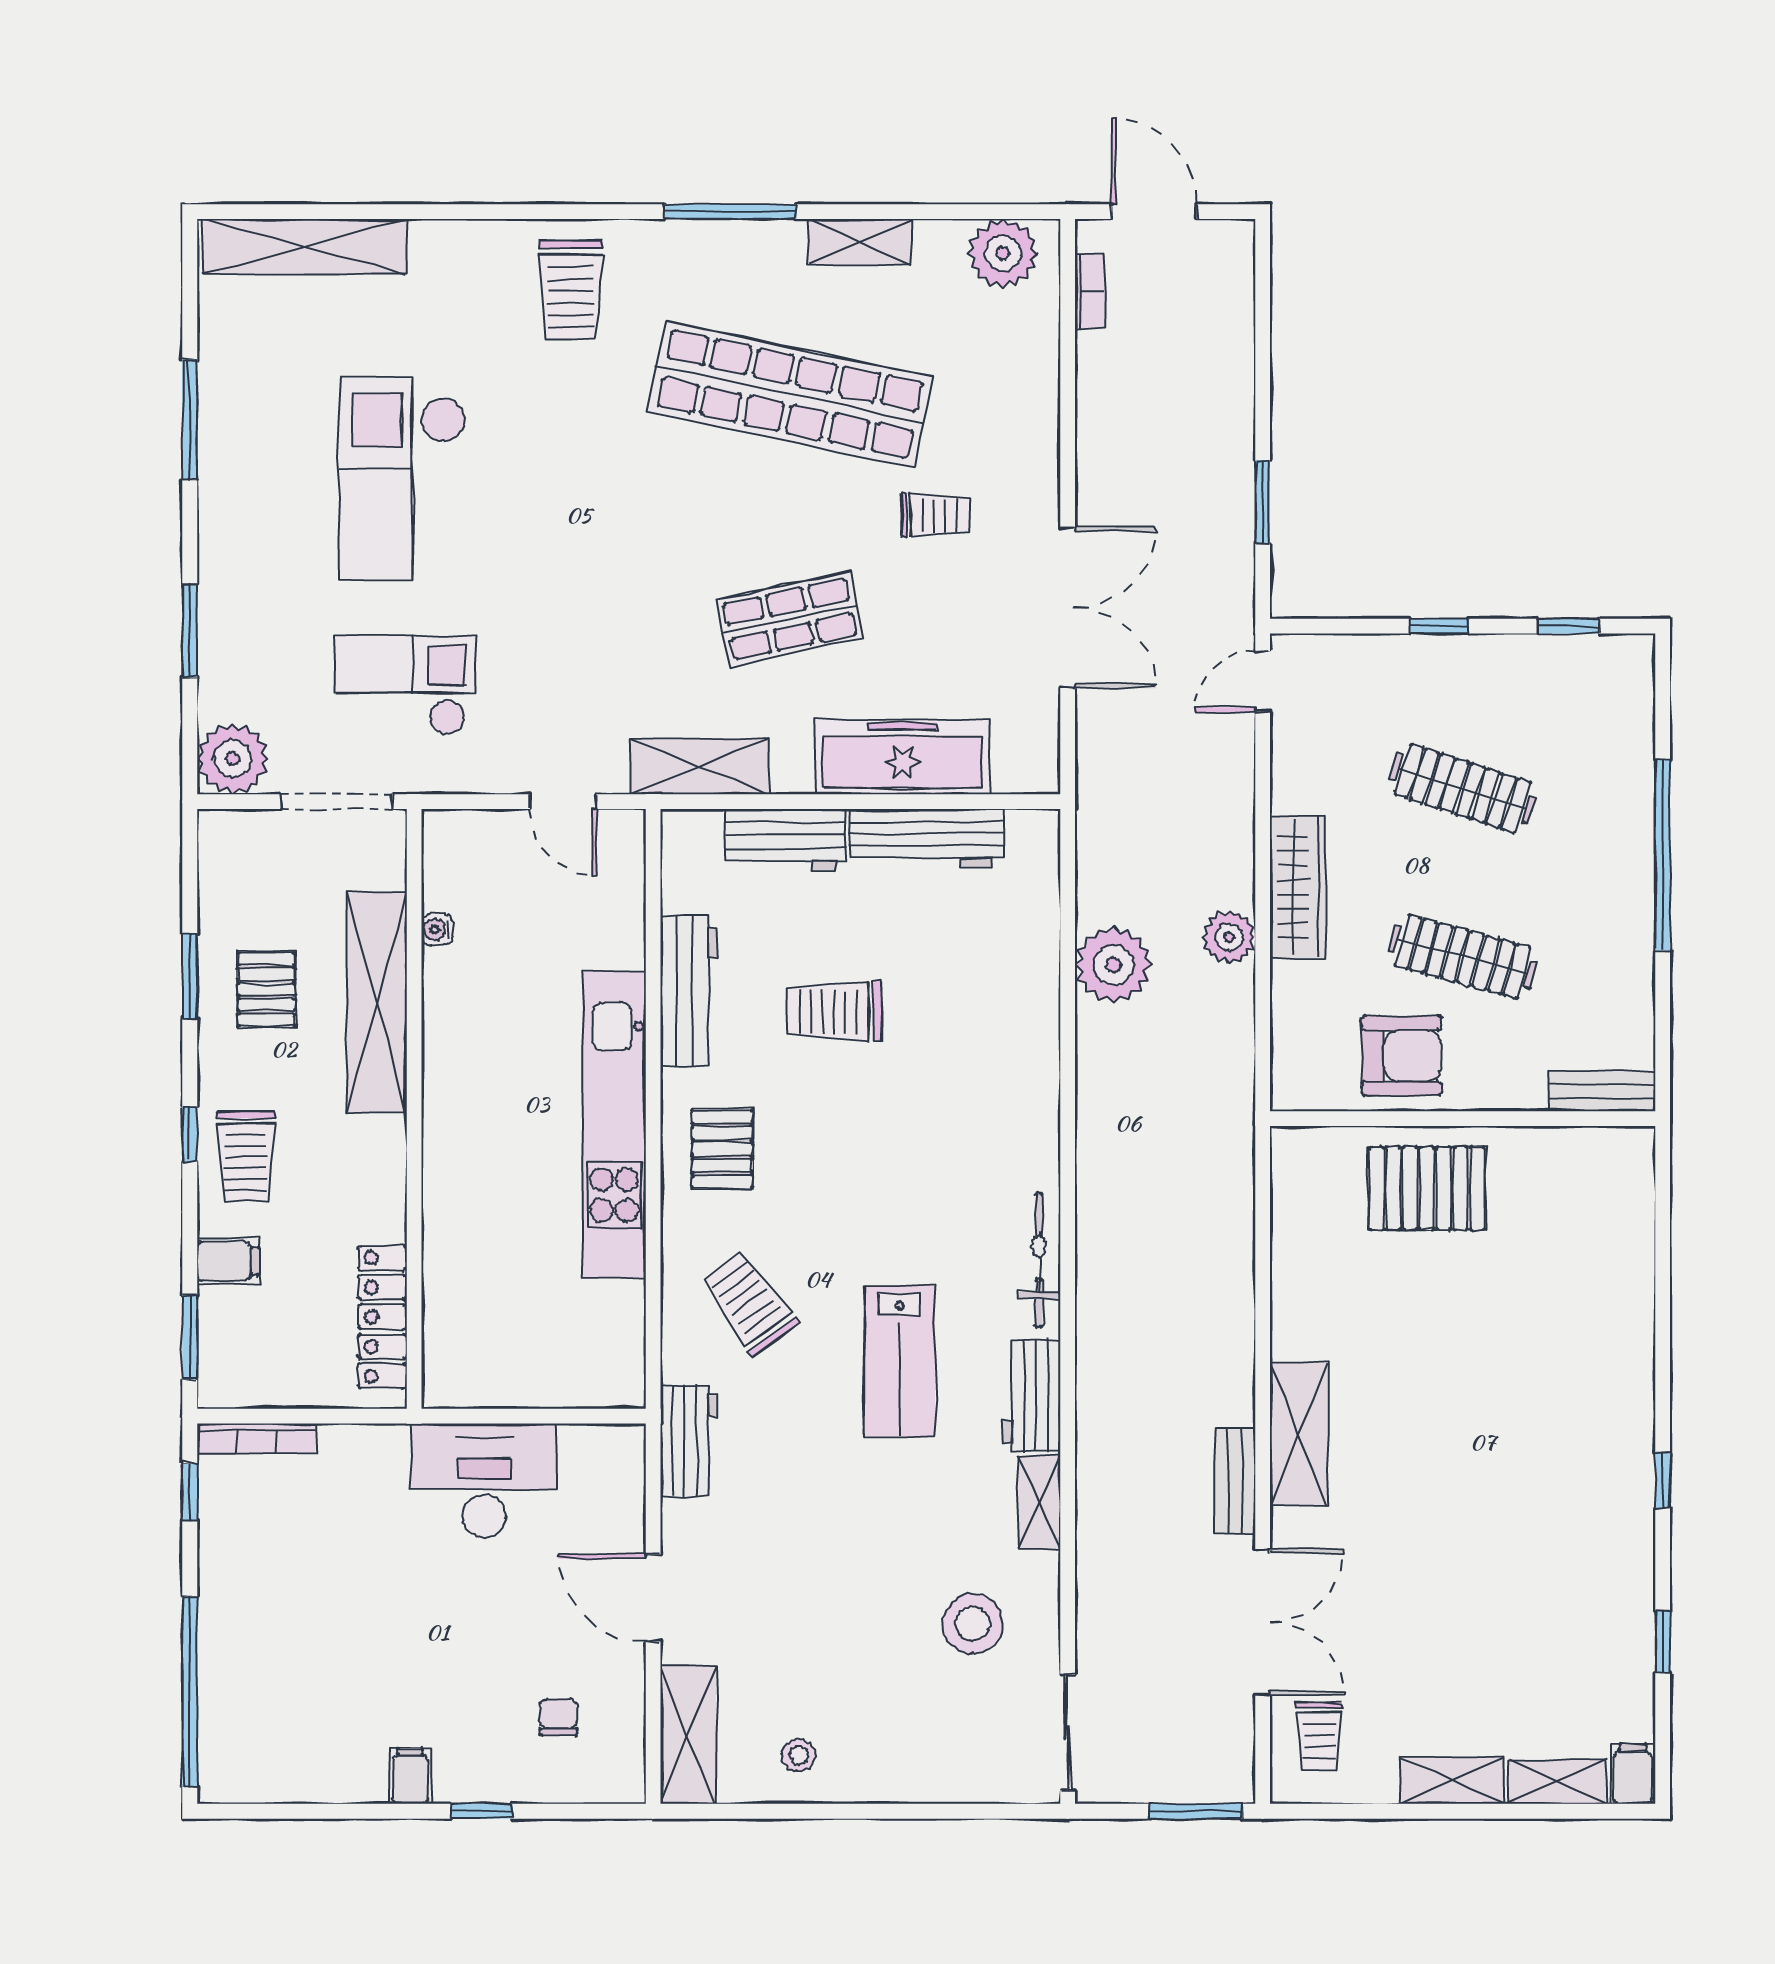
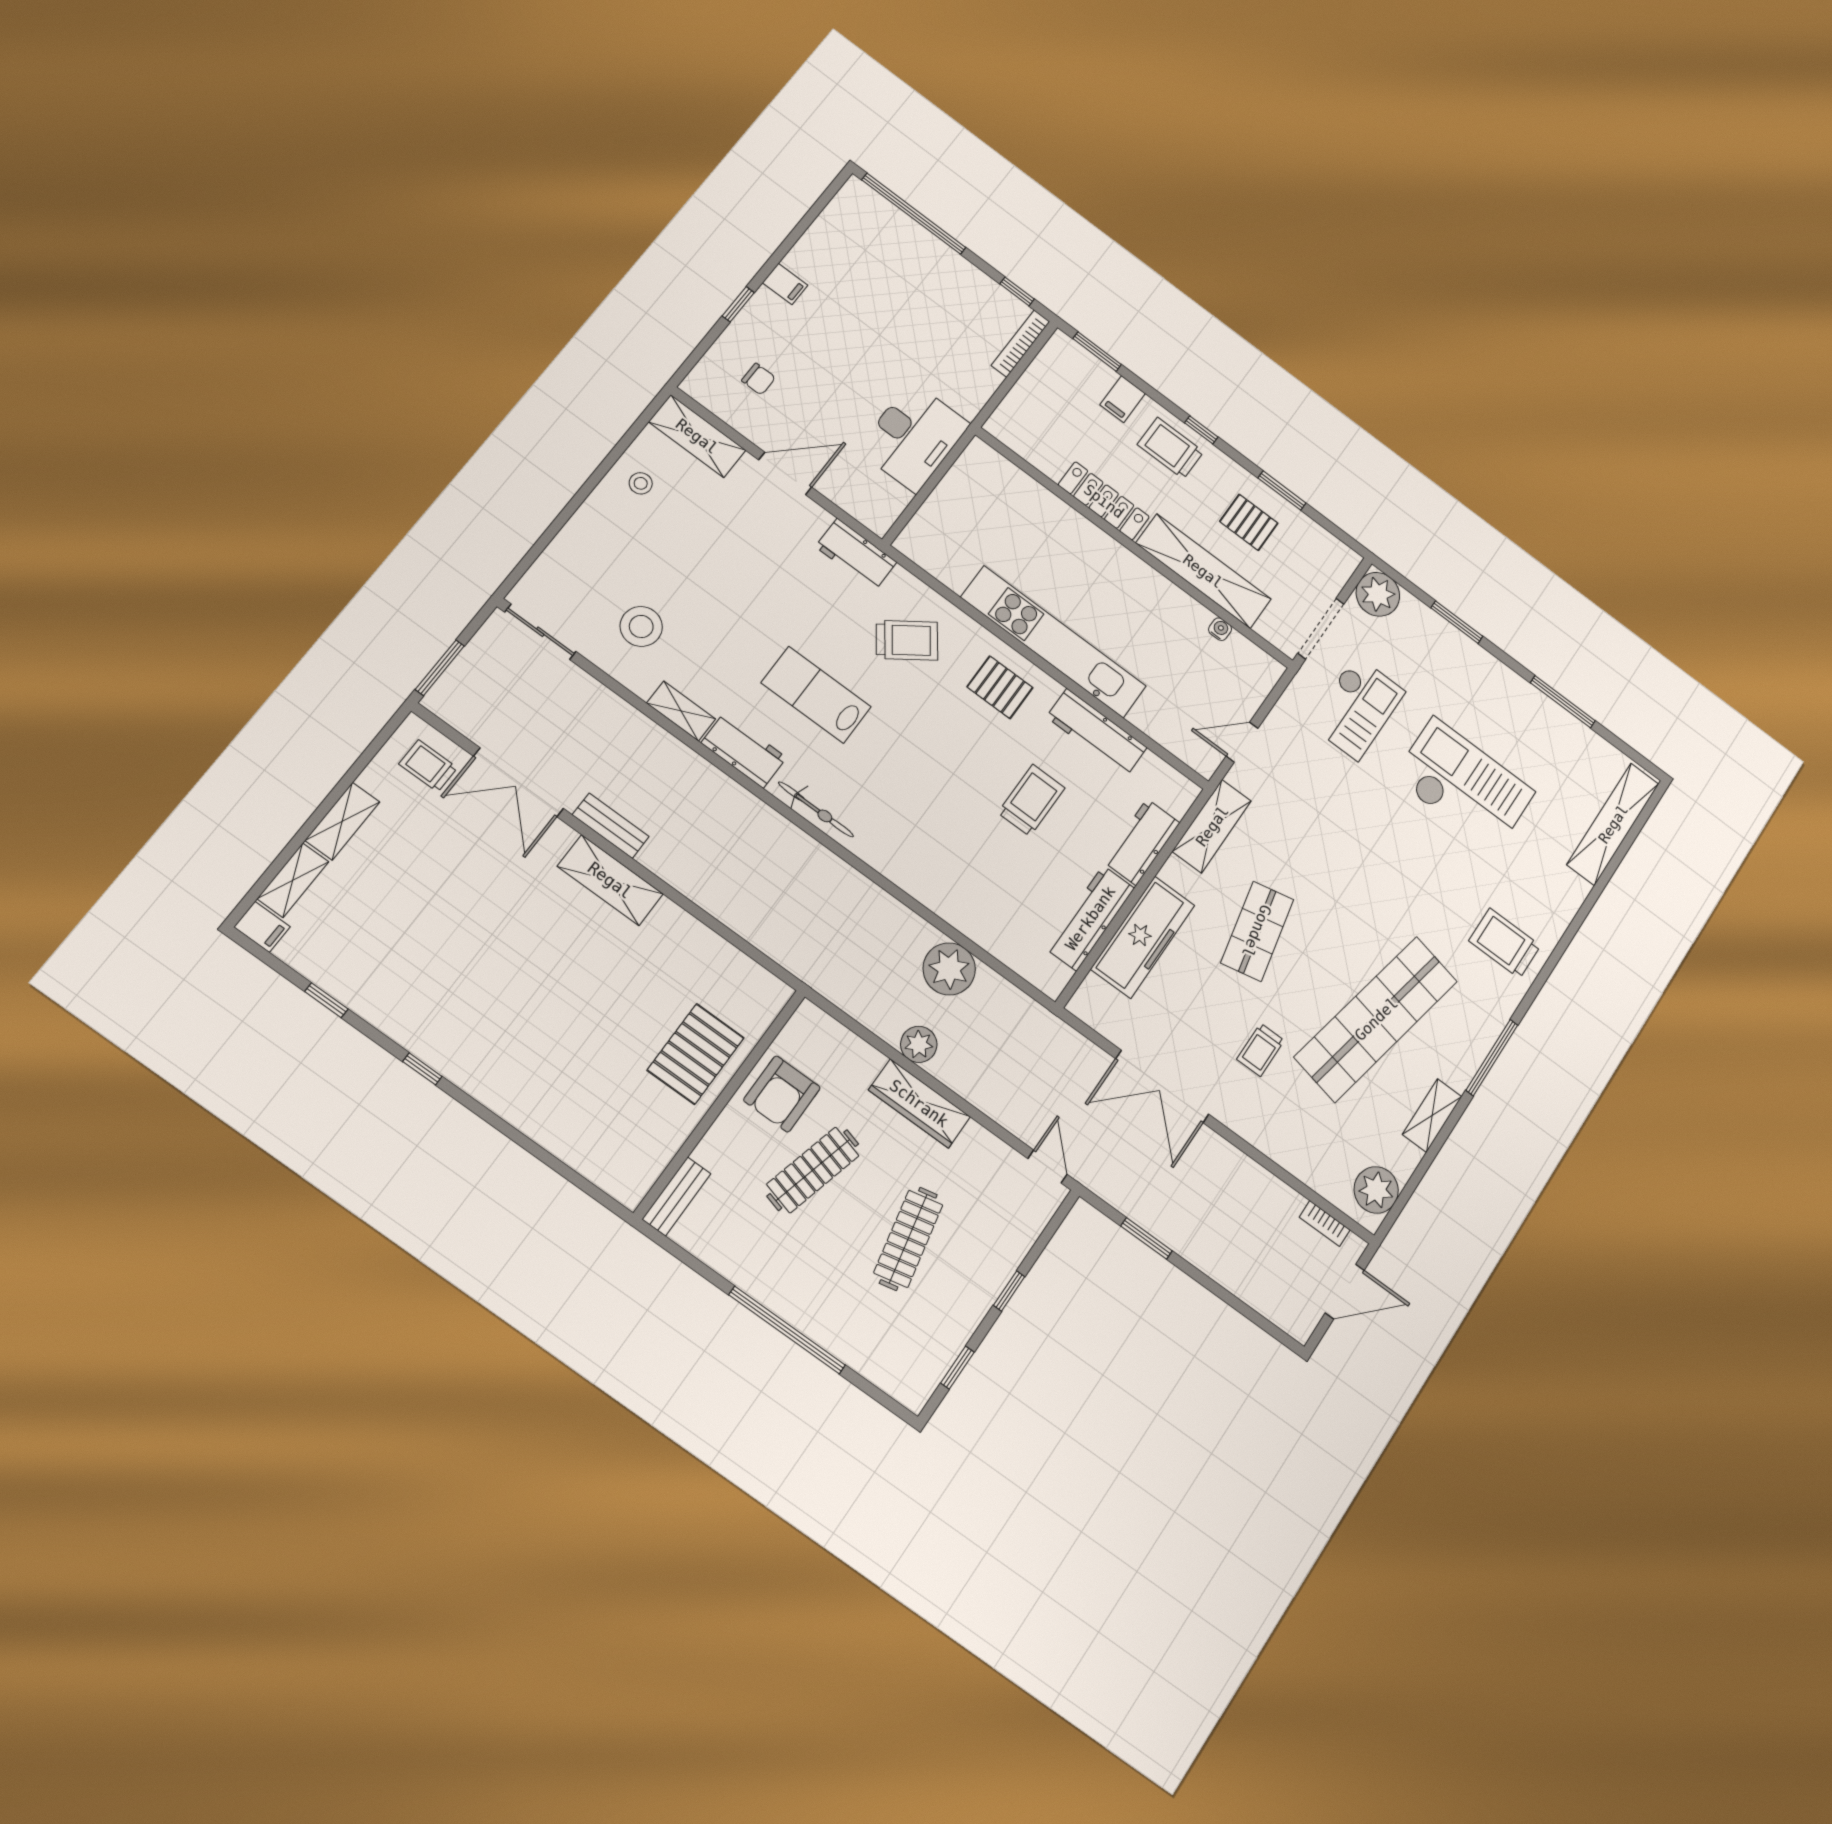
clothes rail: (1463, 788) -> (908, 1239), turned -30
locker: (382, 1317) -> (1104, 501), moved

